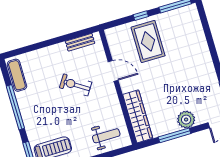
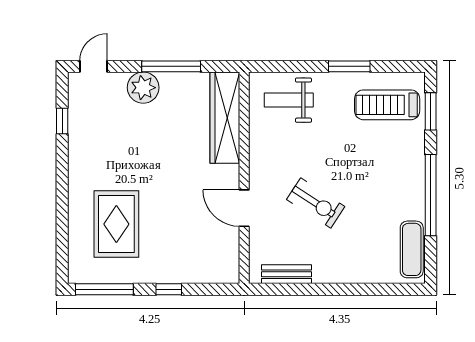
rug: (148, 41) -> (116, 224), moved

